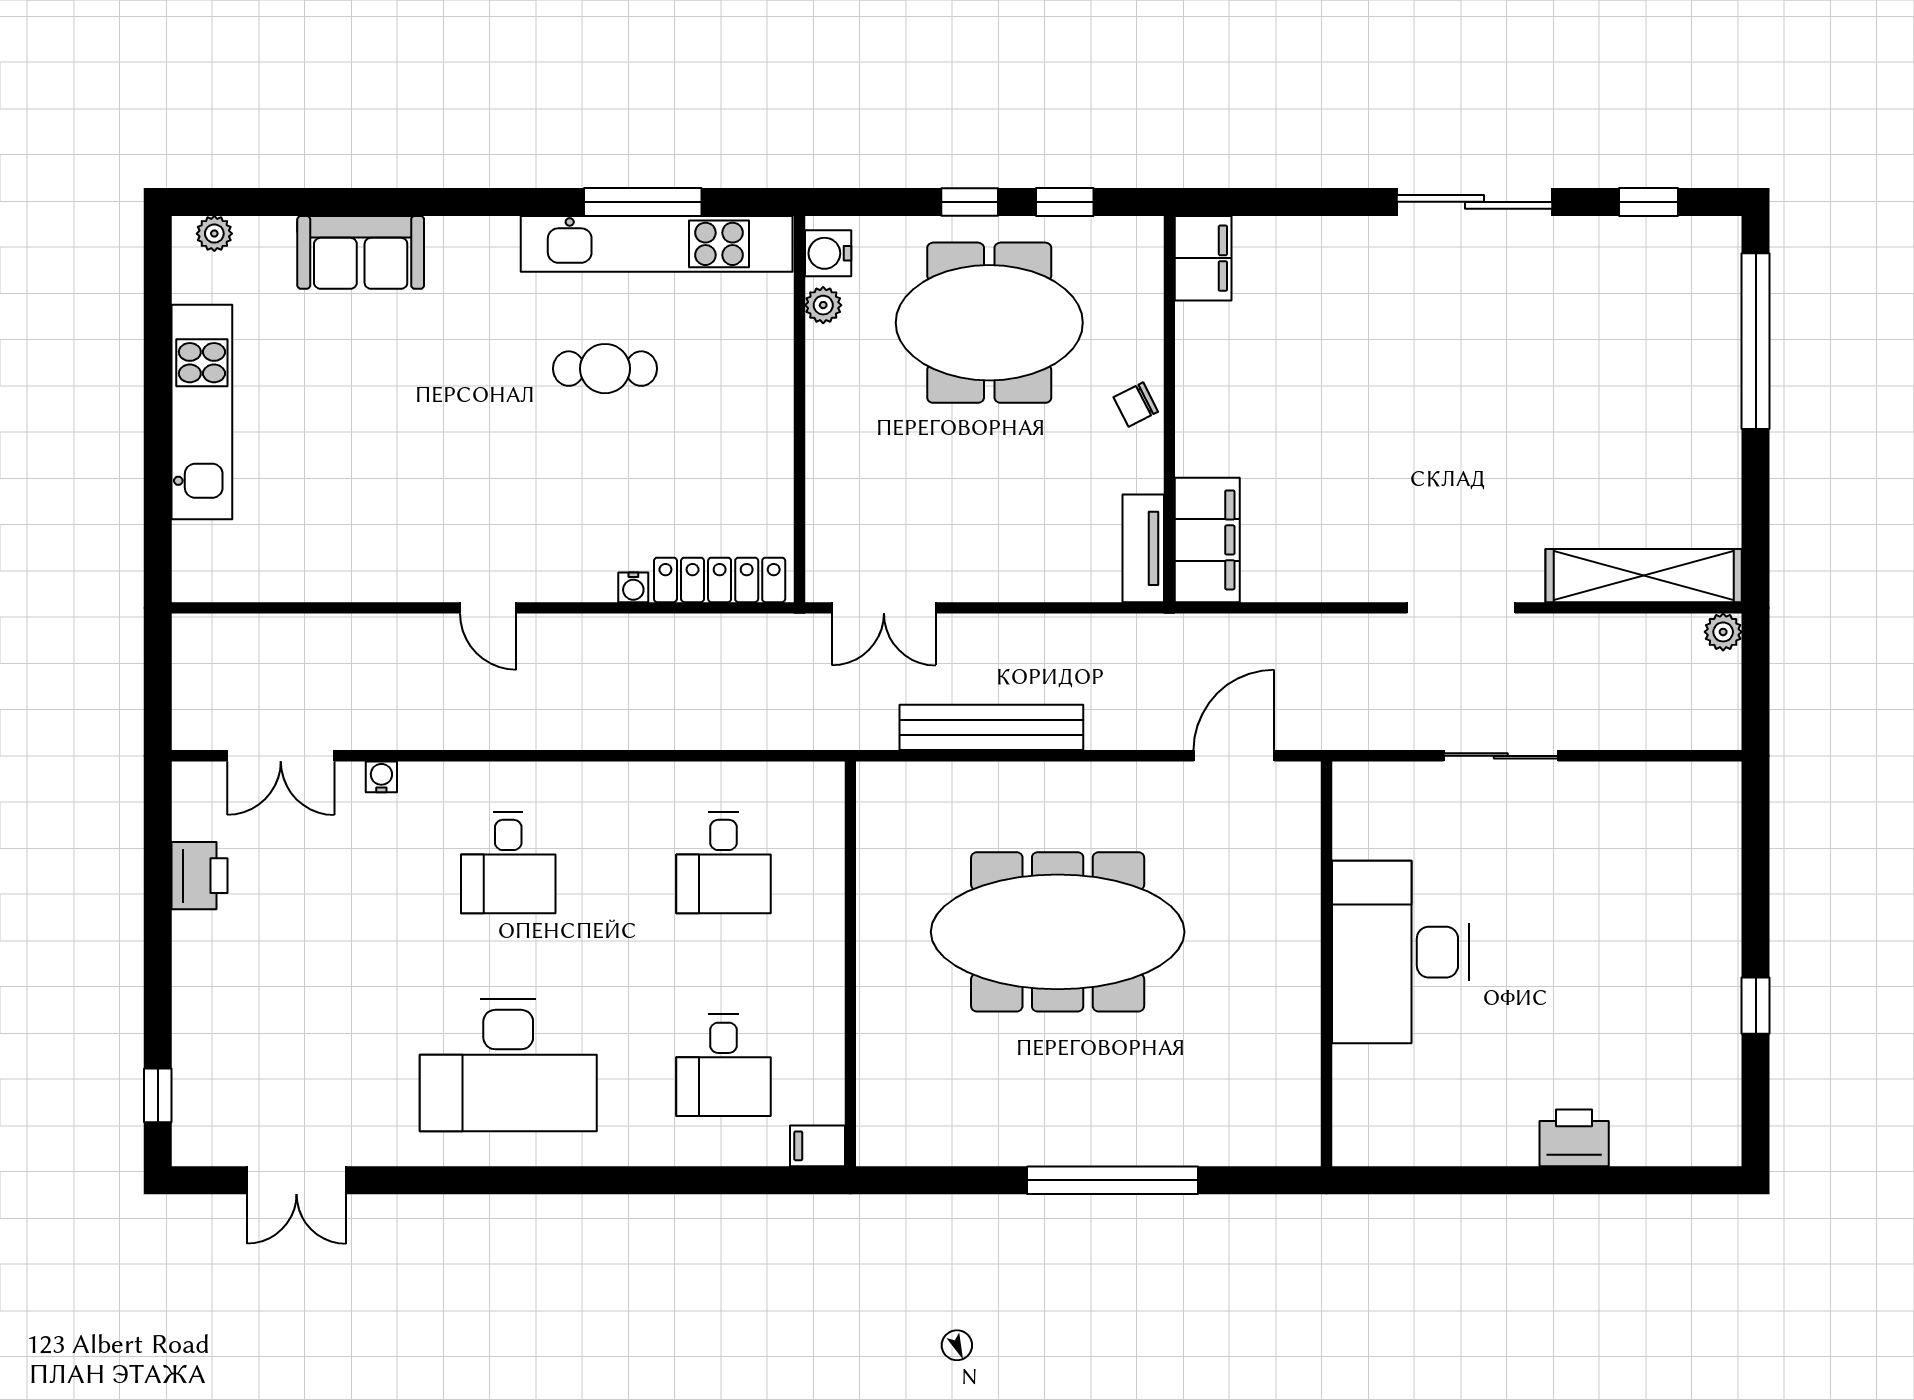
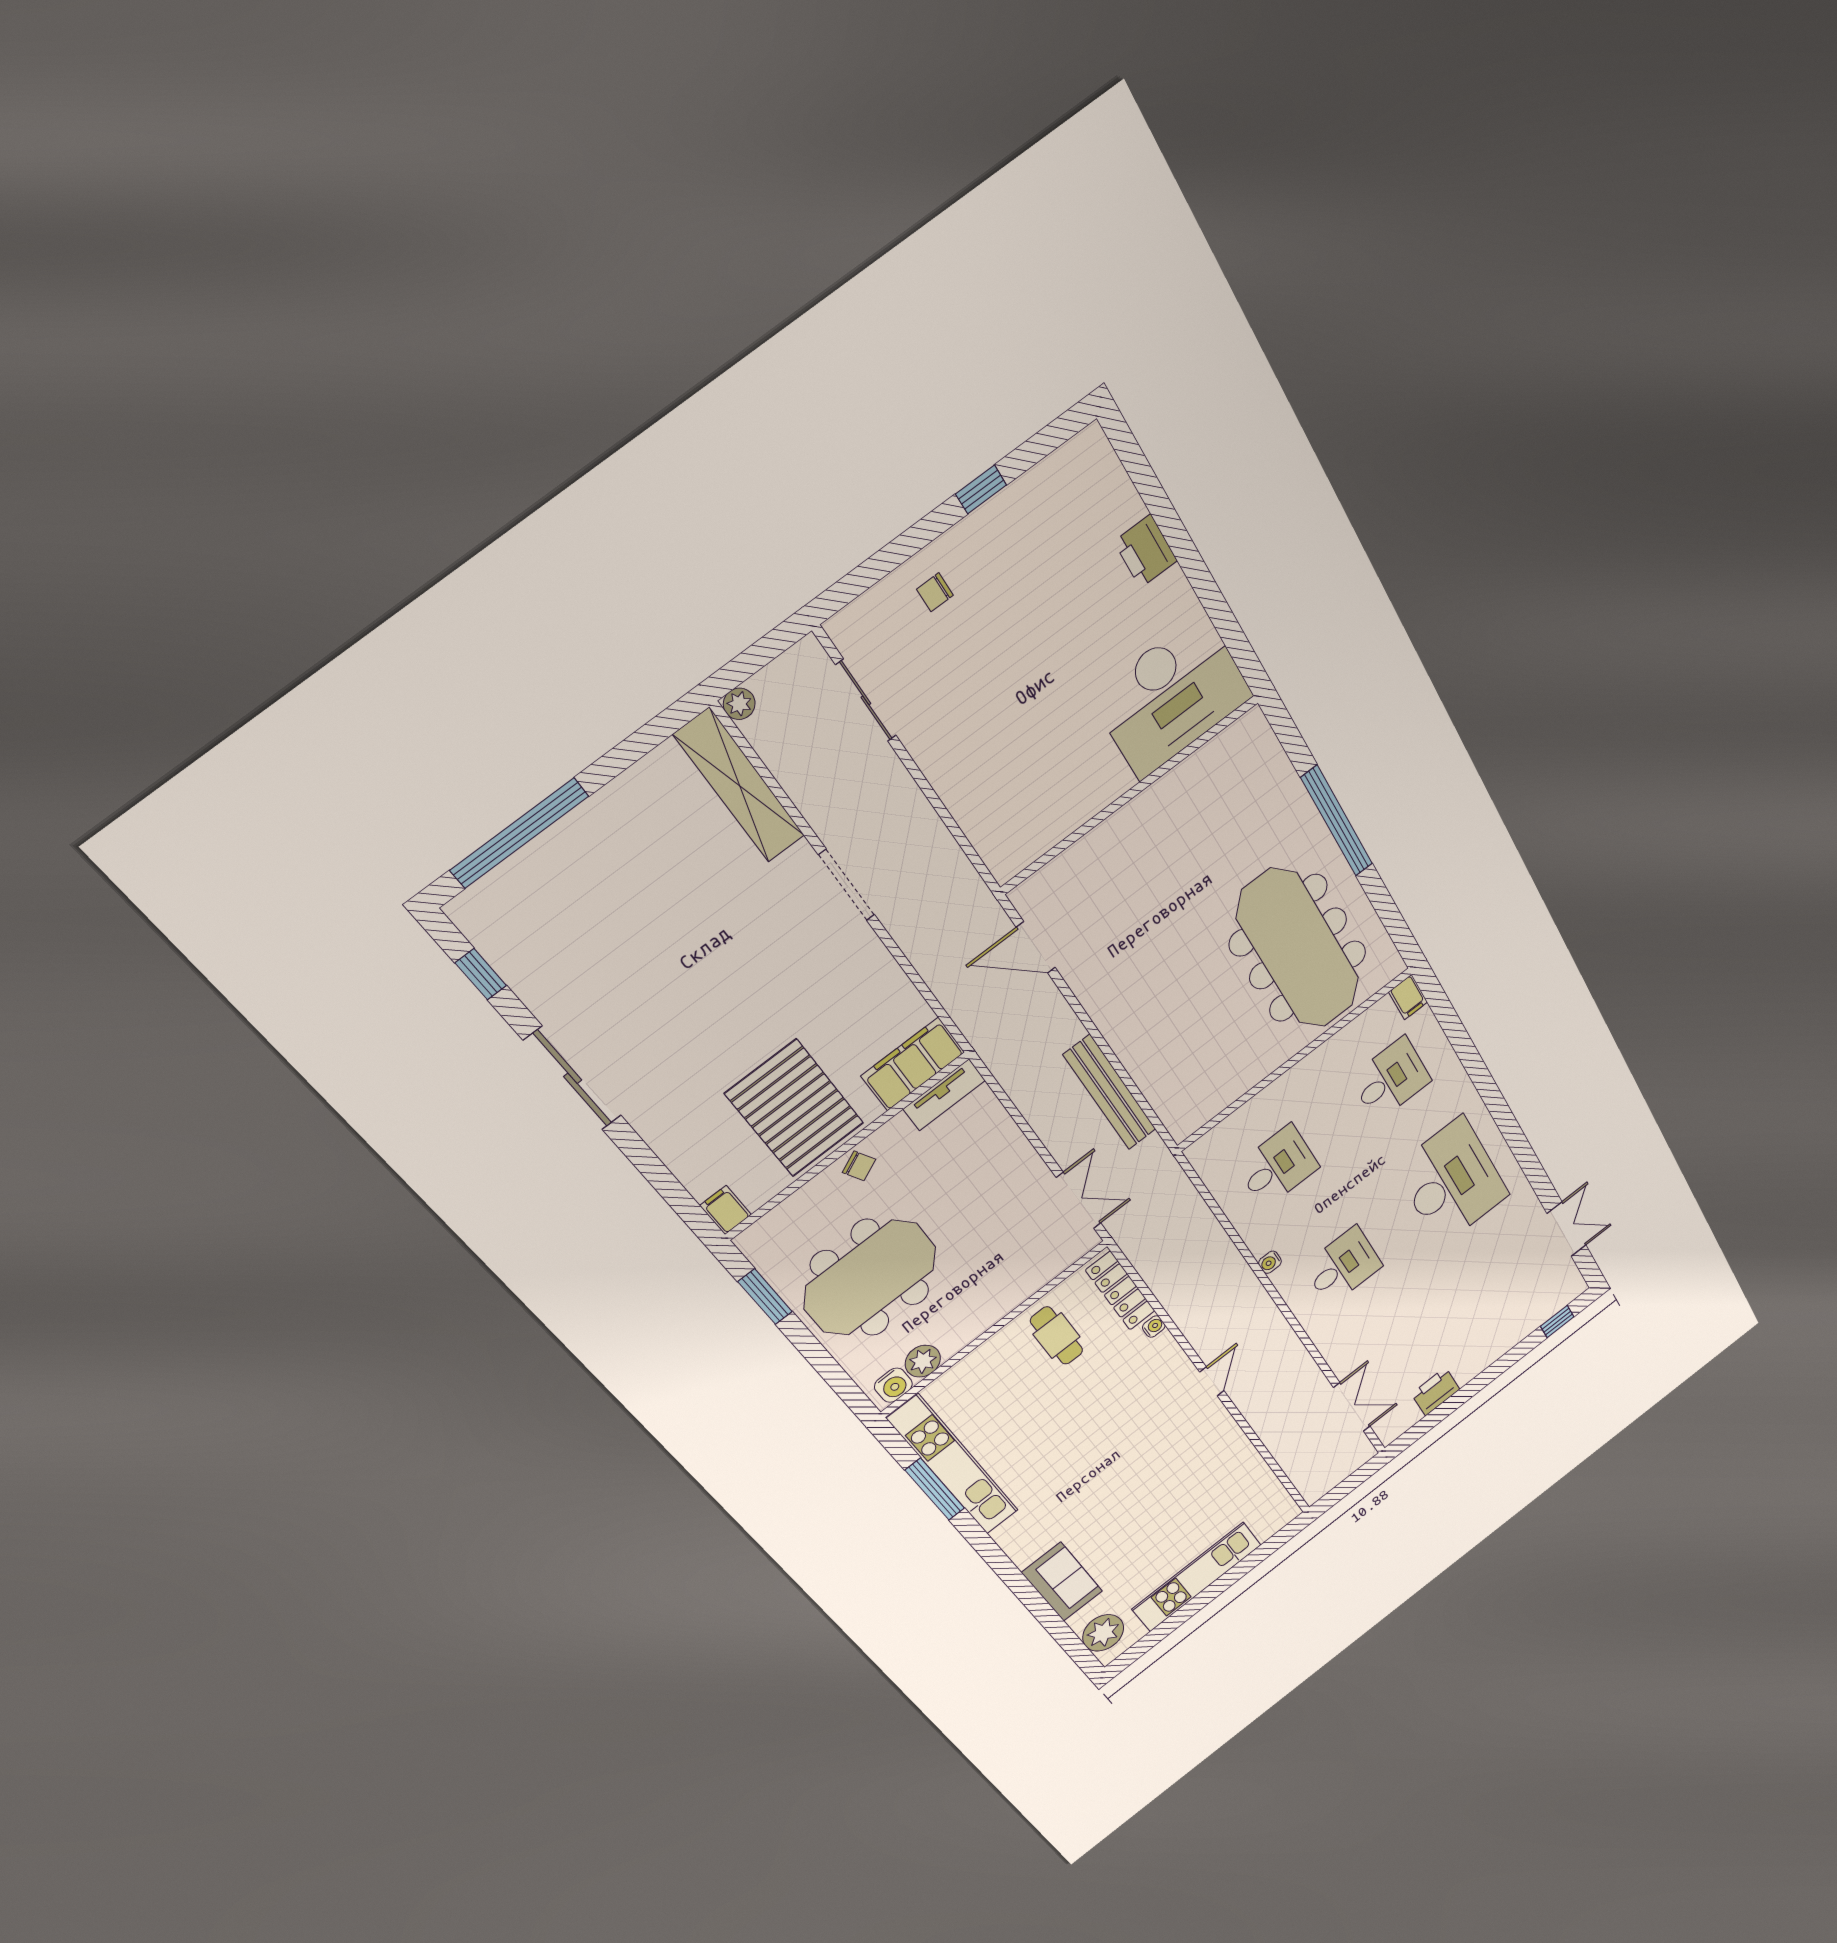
window: (970, 202) -> (806, 1343), removed
window: (1065, 202) -> (765, 1297), width x1.50
plant: (214, 234) -> (1103, 1633), width x1.88, depth x1.88
filing cabinet: (1203, 258) -> (726, 1210), width x0.50
plant: (823, 305) -> (923, 1361), width x1.38, depth x1.38
meeting table: (989, 323) -> (870, 1278), turned 90
cafe table: (605, 369) -> (1057, 1336), moved
pallet: (1259, 387) -> (795, 1108), added
sliding door: (1501, 756) -> (866, 700), moved
water cooler: (381, 777) -> (1270, 1262), moved
chair: (1690, 895) -> (935, 592), added
meeting table: (1058, 932) -> (1298, 949), moved
desk: (1400, 952) -> (1172, 696), moved

